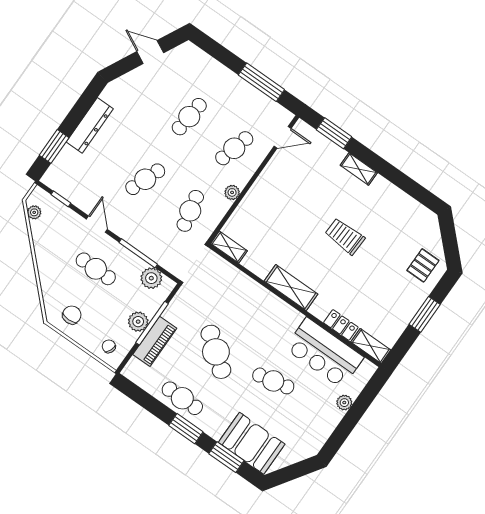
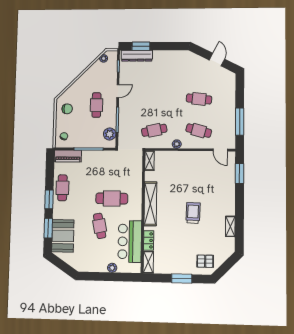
dresser: (90, 125) -> (137, 56), moved
shelving: (359, 169) -> (230, 226), moved
cafe table: (145, 179) -> (155, 99), removed
shelving: (291, 288) -> (150, 204), width x1.47
plant: (138, 322) -> (85, 142), removed
piano: (155, 341) -> (68, 156), moved
cafe table: (216, 352) -> (112, 198), moved, turned 52

